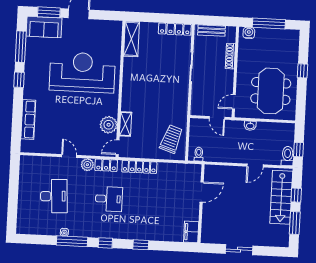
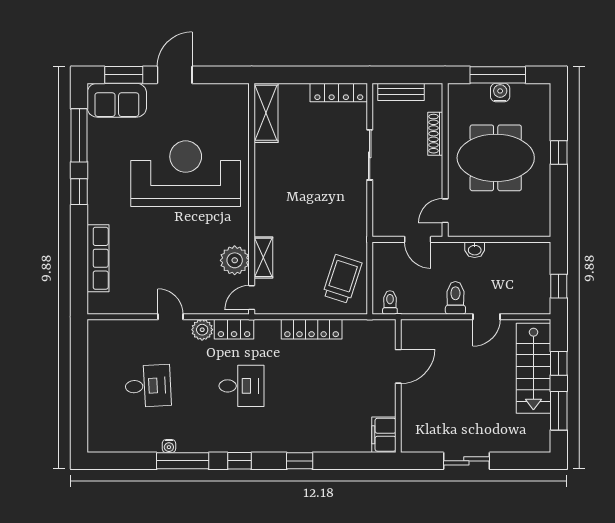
water cooler: (249, 33) -> (500, 92), moved
meeting table: (271, 91) -> (496, 158), moved, turned 90
toilet: (287, 156) -> (455, 298), moved
locker: (139, 167) -> (312, 329), moved
desk: (54, 196) -> (148, 386), width x0.73

